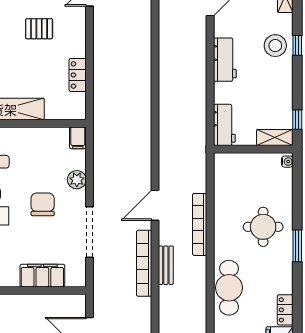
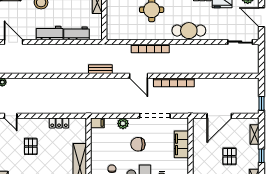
workbench: (224, 125) -> (76, 33), moved
bench: (166, 265) -> (100, 69), moved

